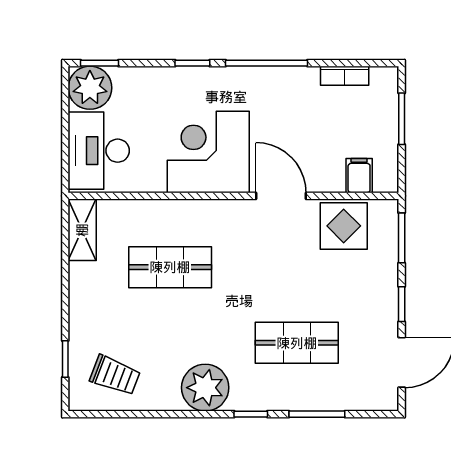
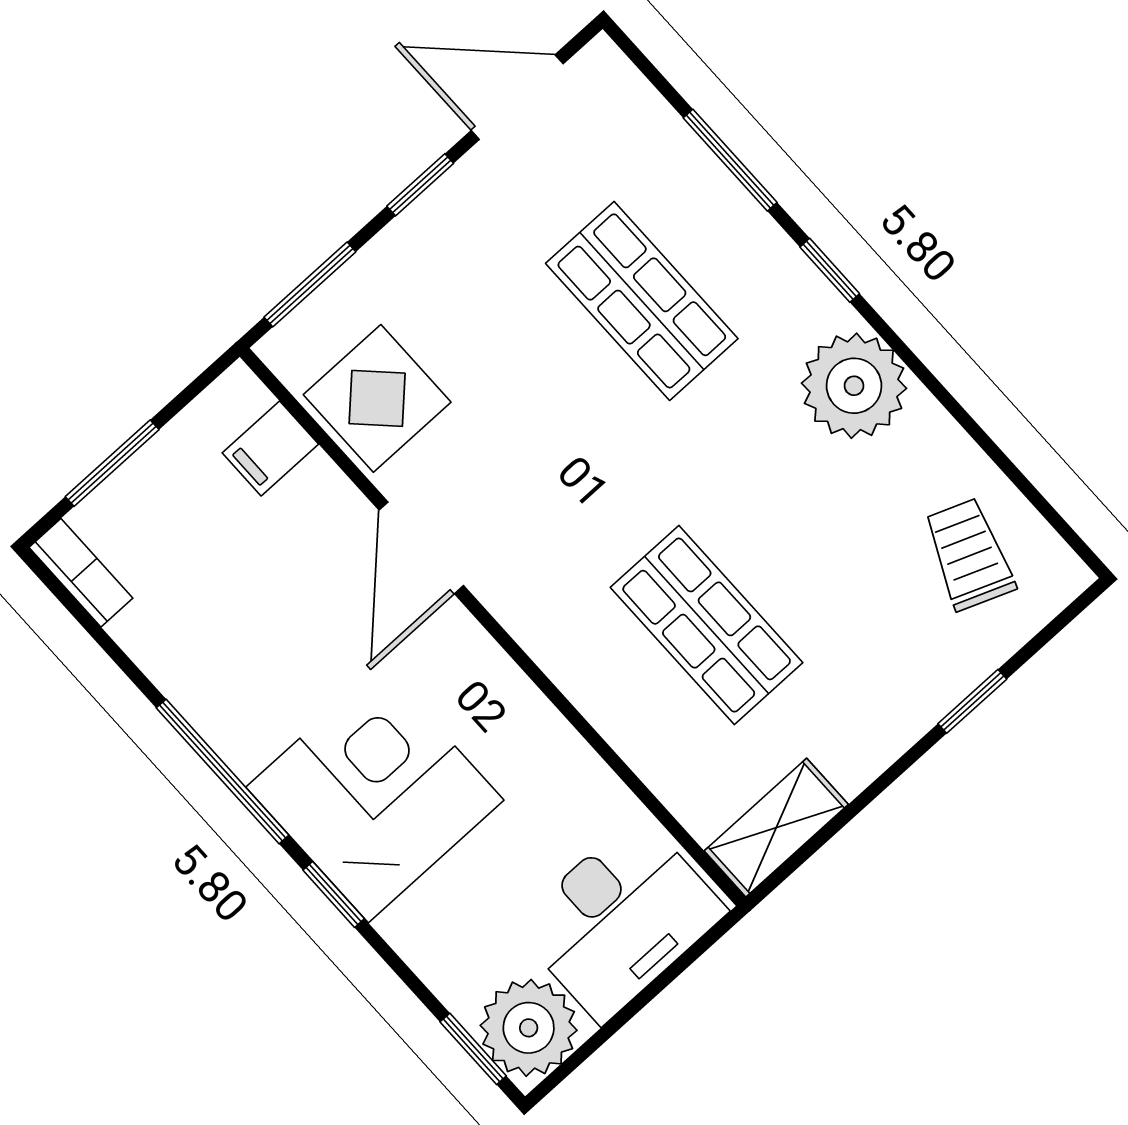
bookcase: (345, 76) -> (81, 573), moved
corner desk: (208, 152) -> (375, 794), moved, turned 180
window: (65, 359) -> (972, 701), moved

